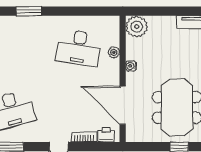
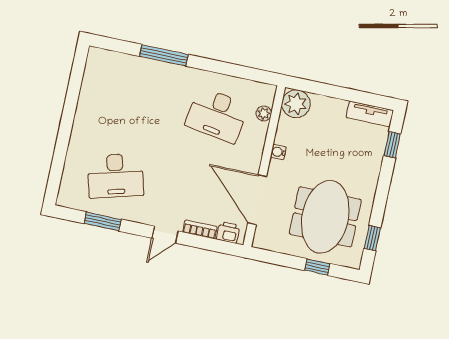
window: (29, 11) -> (164, 55), width x1.44
plant: (114, 52) -> (264, 113), moved

